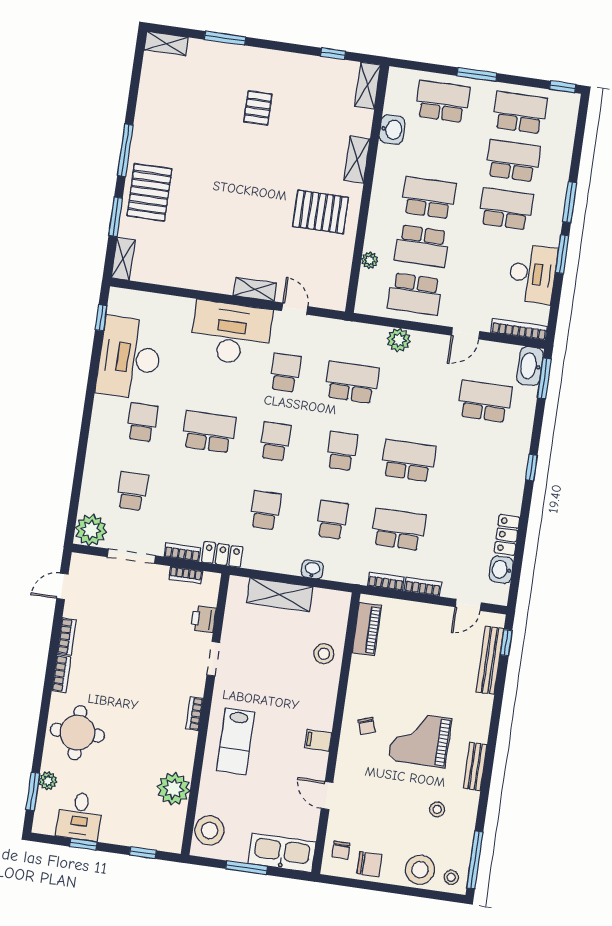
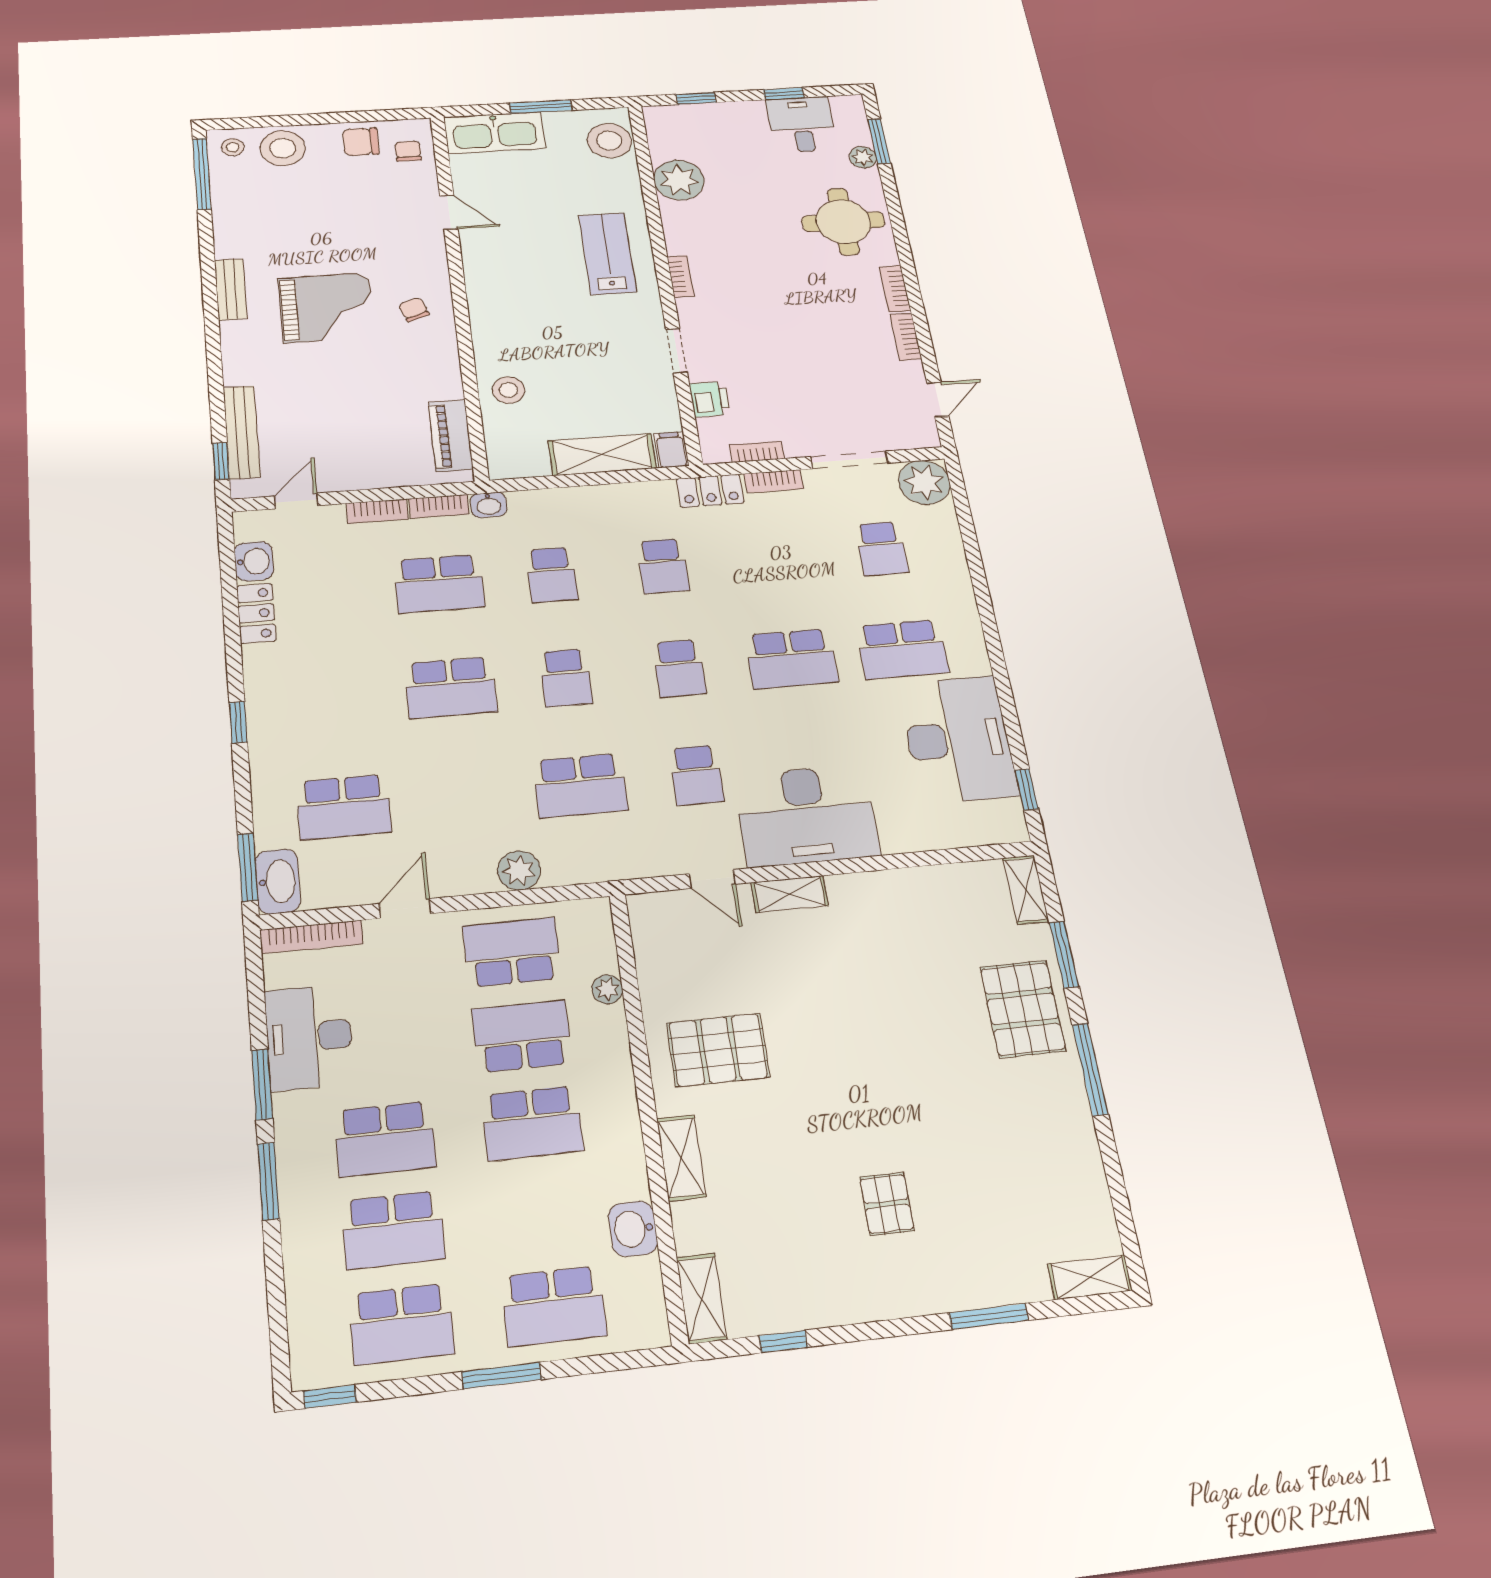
school desk: (142, 422) -> (902, 649), width x1.85
washbasin: (312, 569) -> (489, 505), moved
filing cabinet: (318, 740) -> (671, 450), moved, turned -90
stool: (437, 809) -> (276, 225), removed

